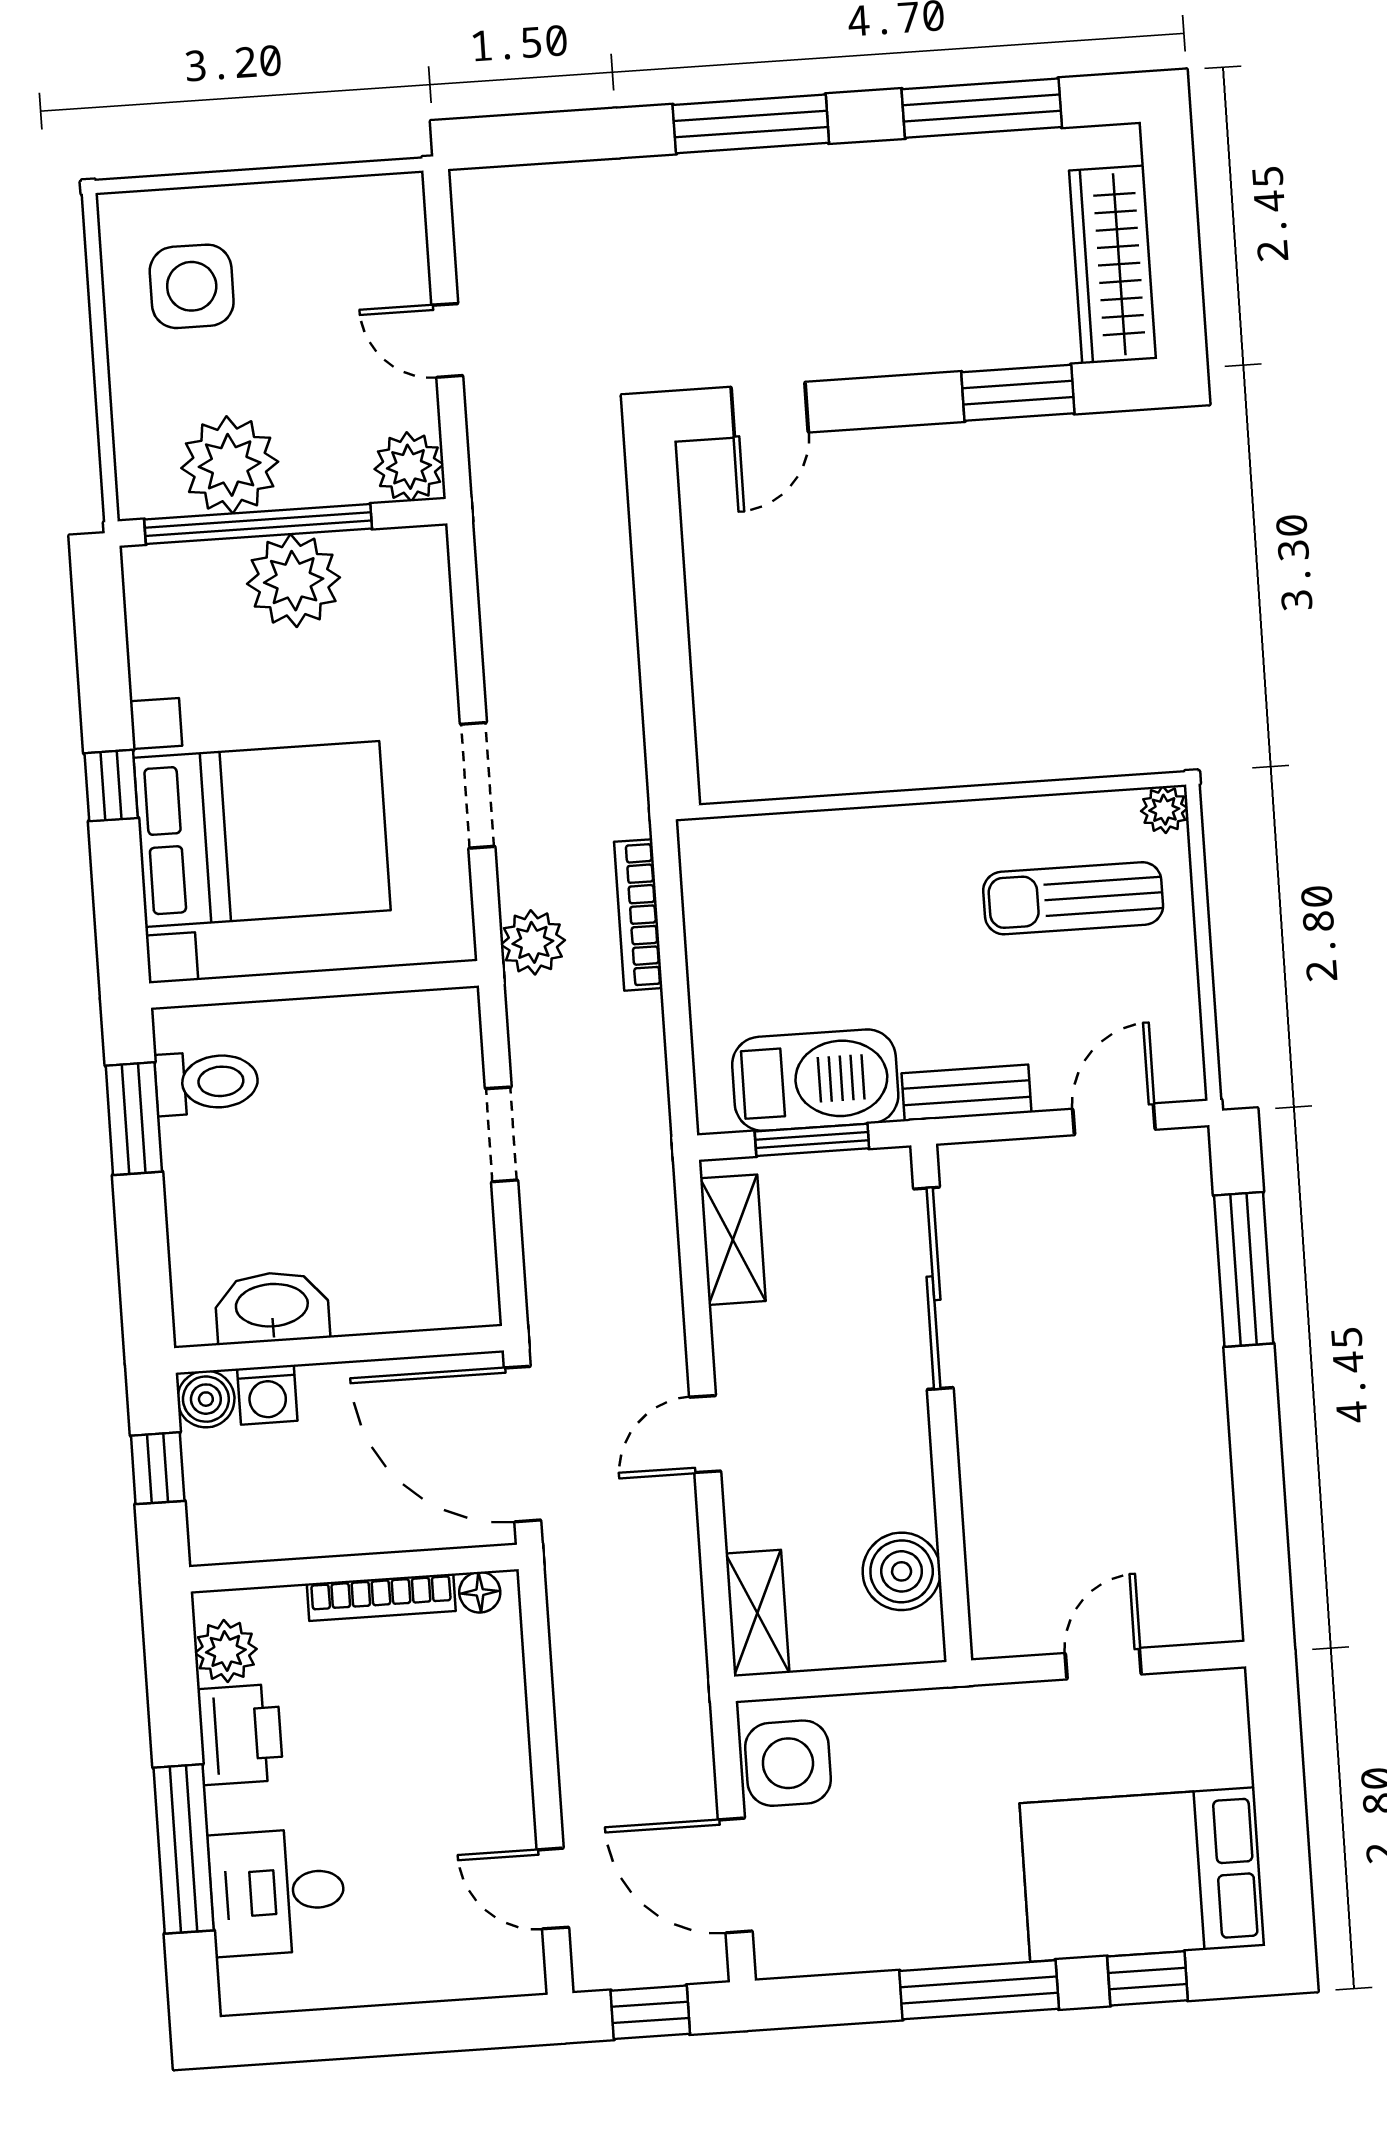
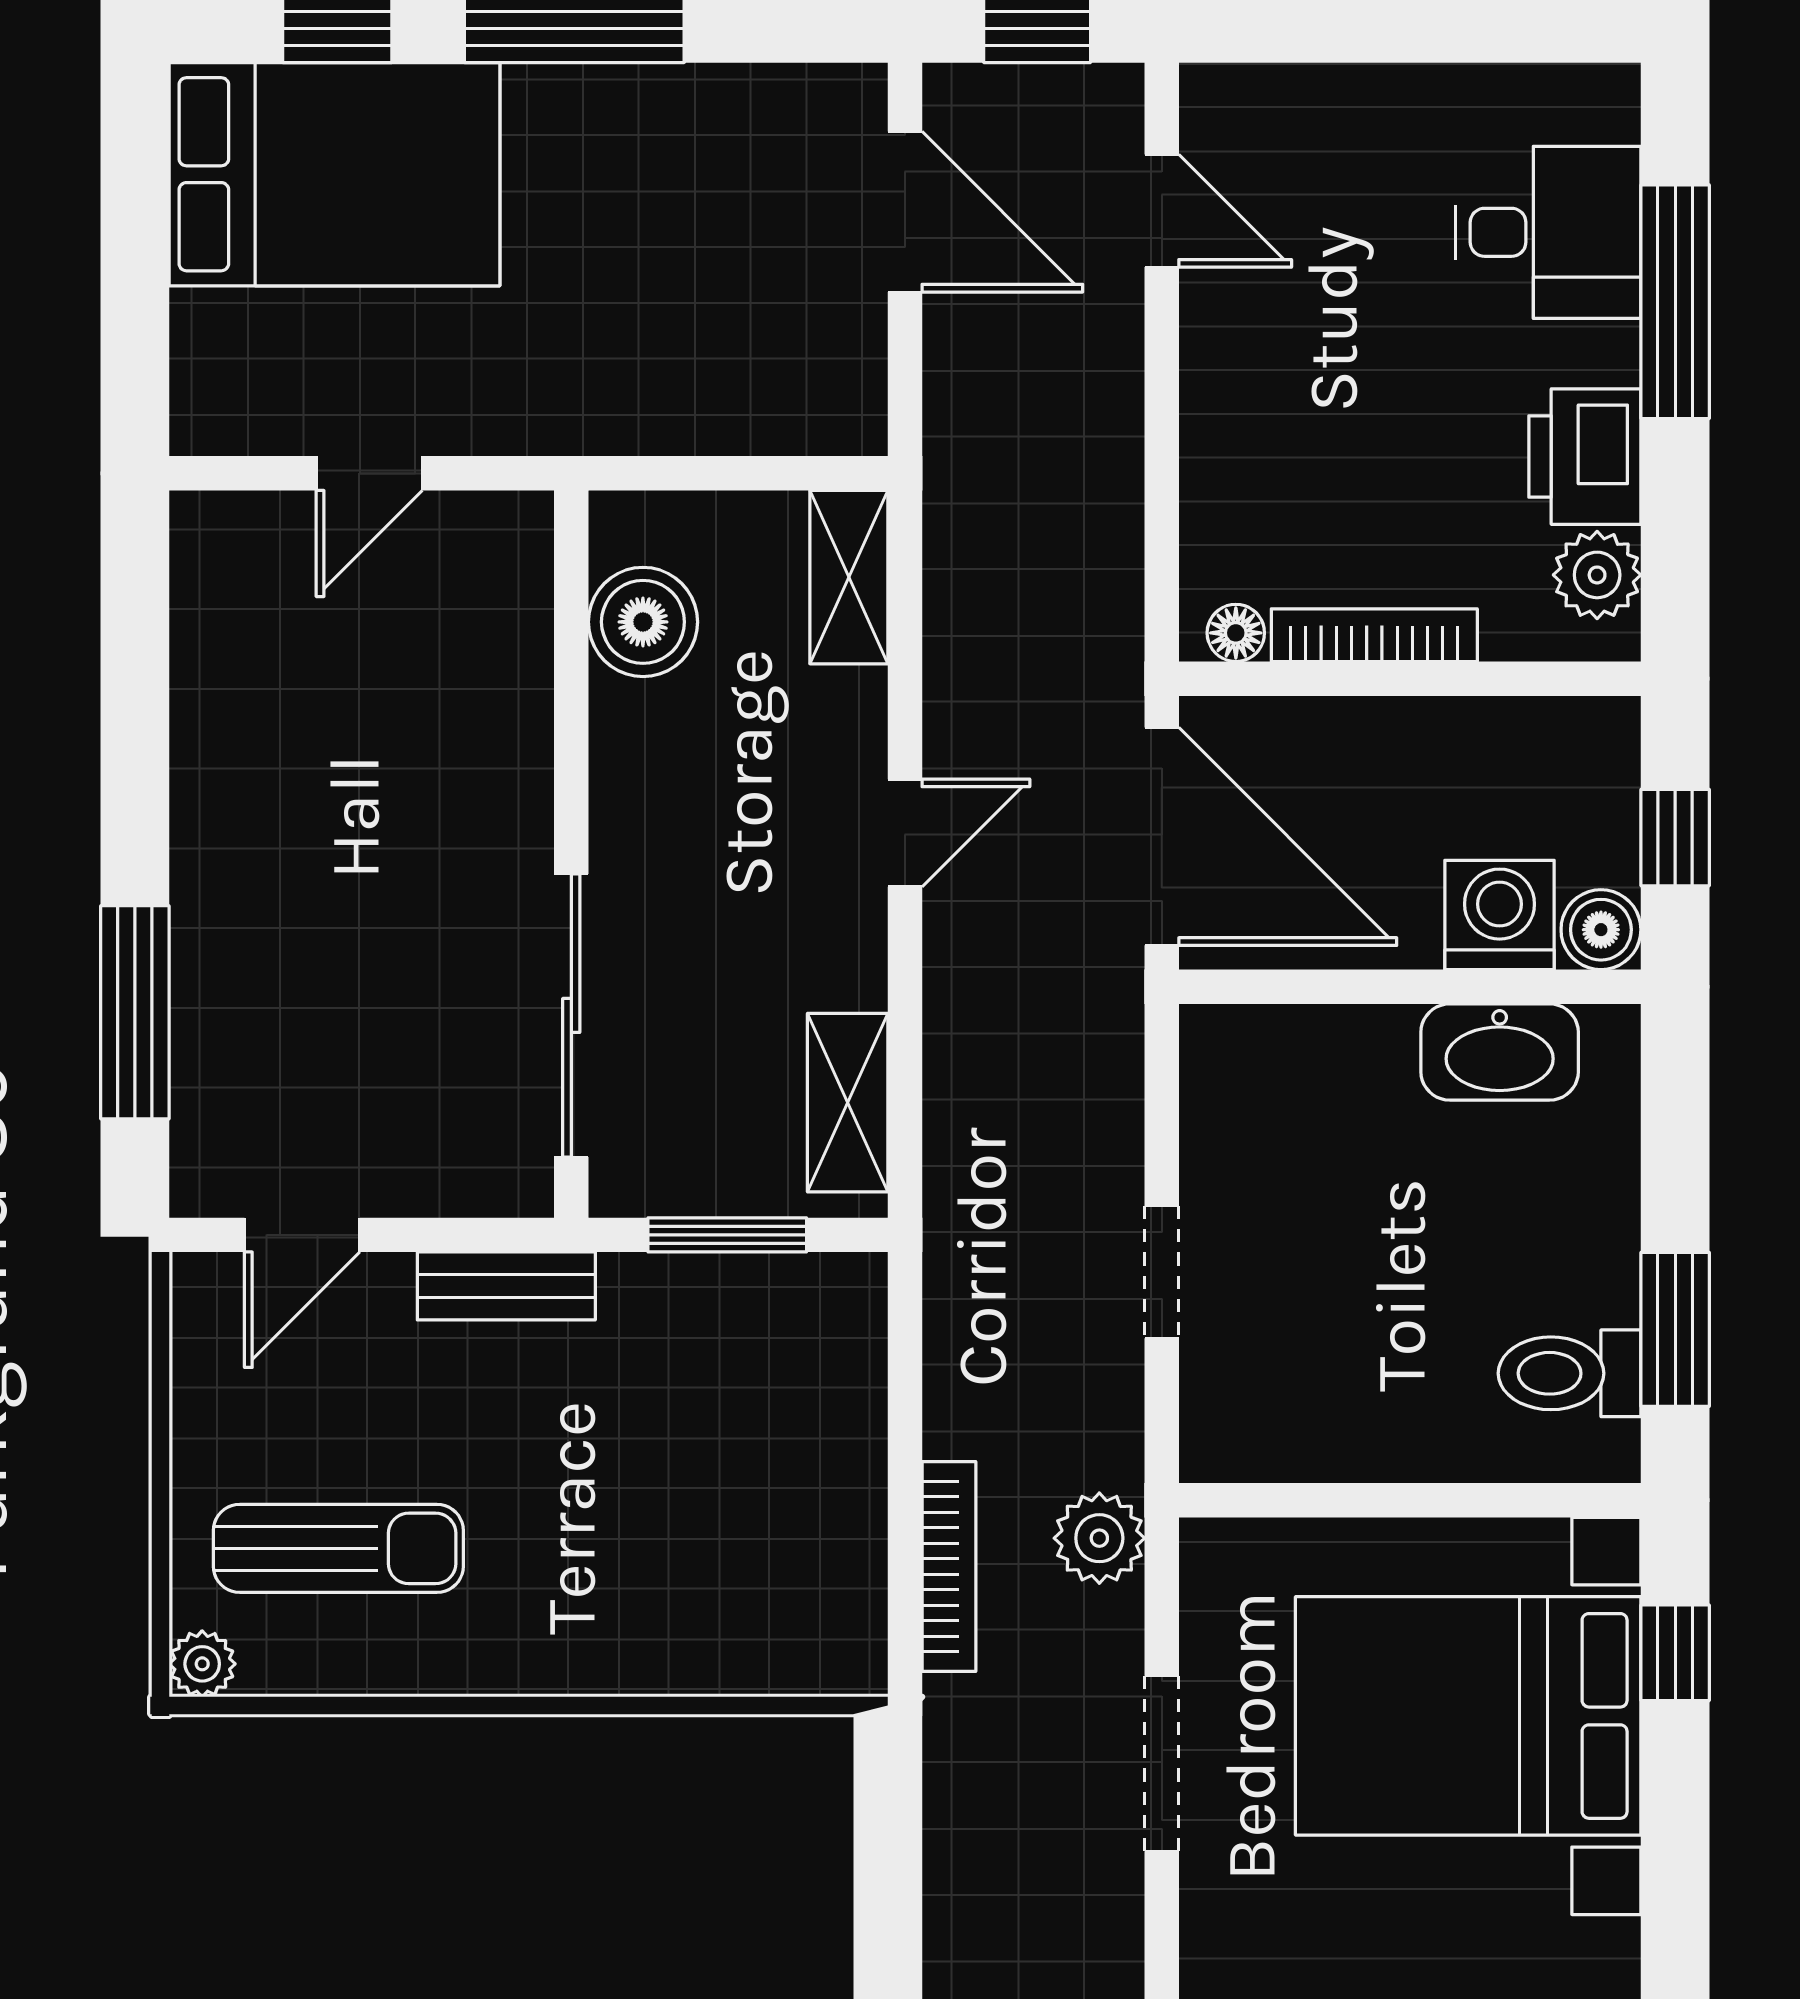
window: (111, 786) -> (1675, 1653), moved
barbecue: (815, 1080) -> (717, 1318), removed
washing machine: (267, 1395) -> (1499, 915), width x1.38, depth x1.38
side table: (788, 1763) -> (820, 364), removed

